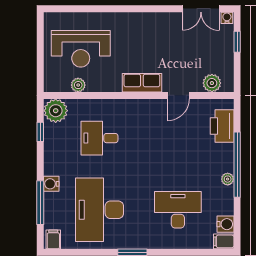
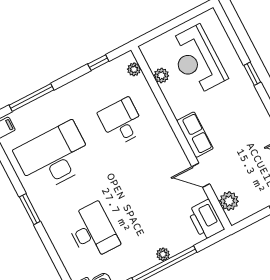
window: (116, 9) -> (252, 74), added
plant: (56, 111) -> (134, 69), width x0.53, depth x0.53
printer: (222, 126) -> (206, 220), moved, turned -90
plant: (228, 179) -> (163, 254), moved
water cooler: (51, 184) -> (55, 99), removed

